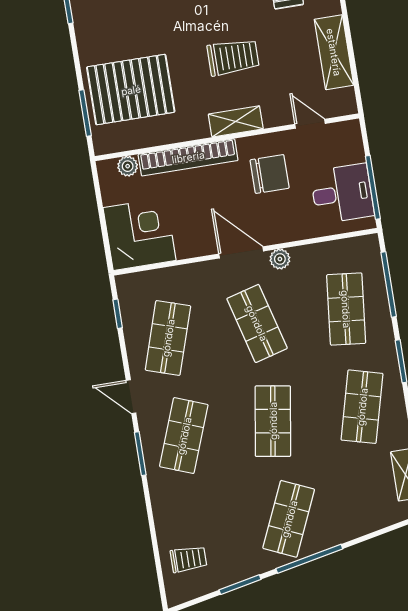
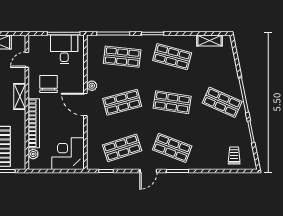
door: (241, 252) -> (85, 104), hinge flipped
shop shelf: (168, 338) -> (122, 148), turned -36

